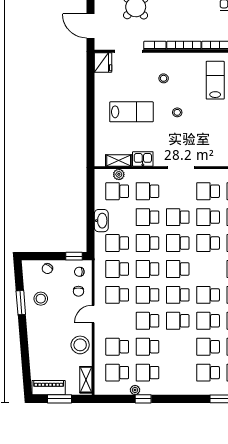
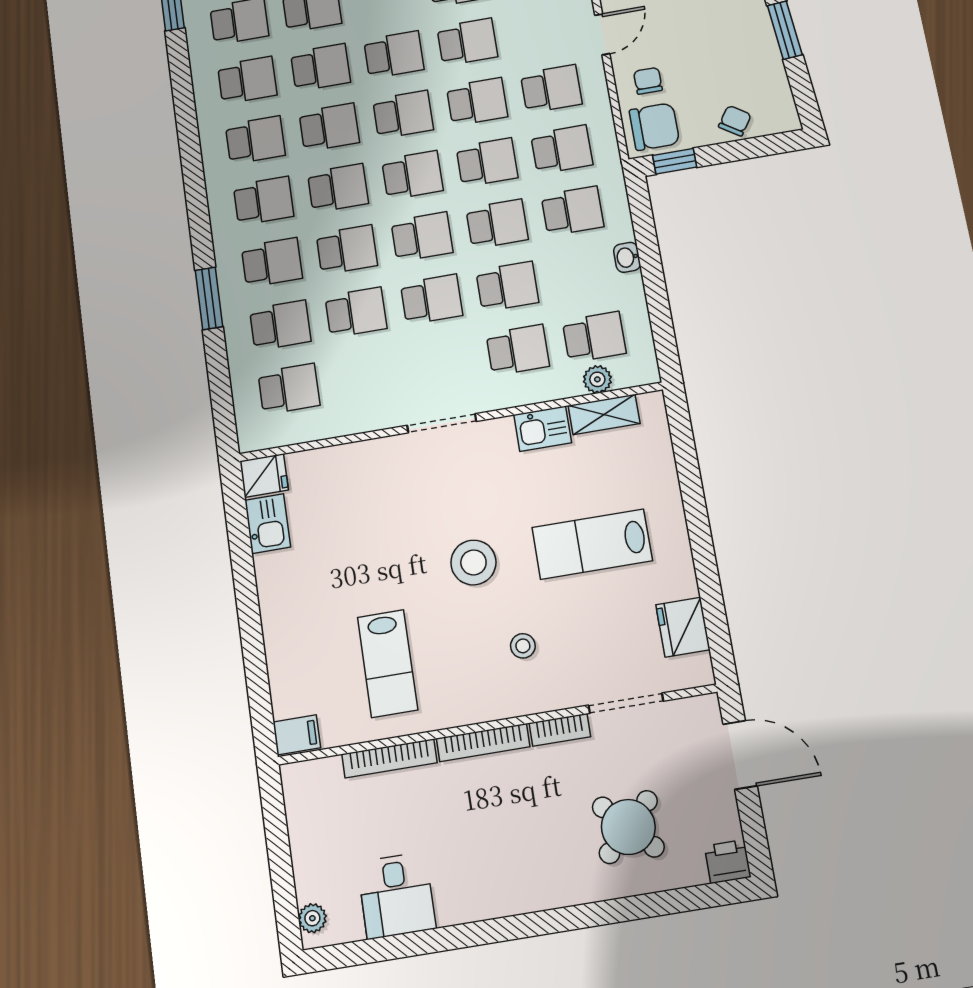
fridge: (103, 63) -> (683, 627), moved
stool: (177, 112) -> (473, 562), width x1.89, depth x1.89
school desk: (208, 191) -> (338, 188), moved
washbasin: (101, 221) -> (627, 257), width x0.52, depth x0.69
chair: (79, 272) -> (654, 127), width x1.87, depth x1.87
stool: (41, 299) -> (737, 48), removed

